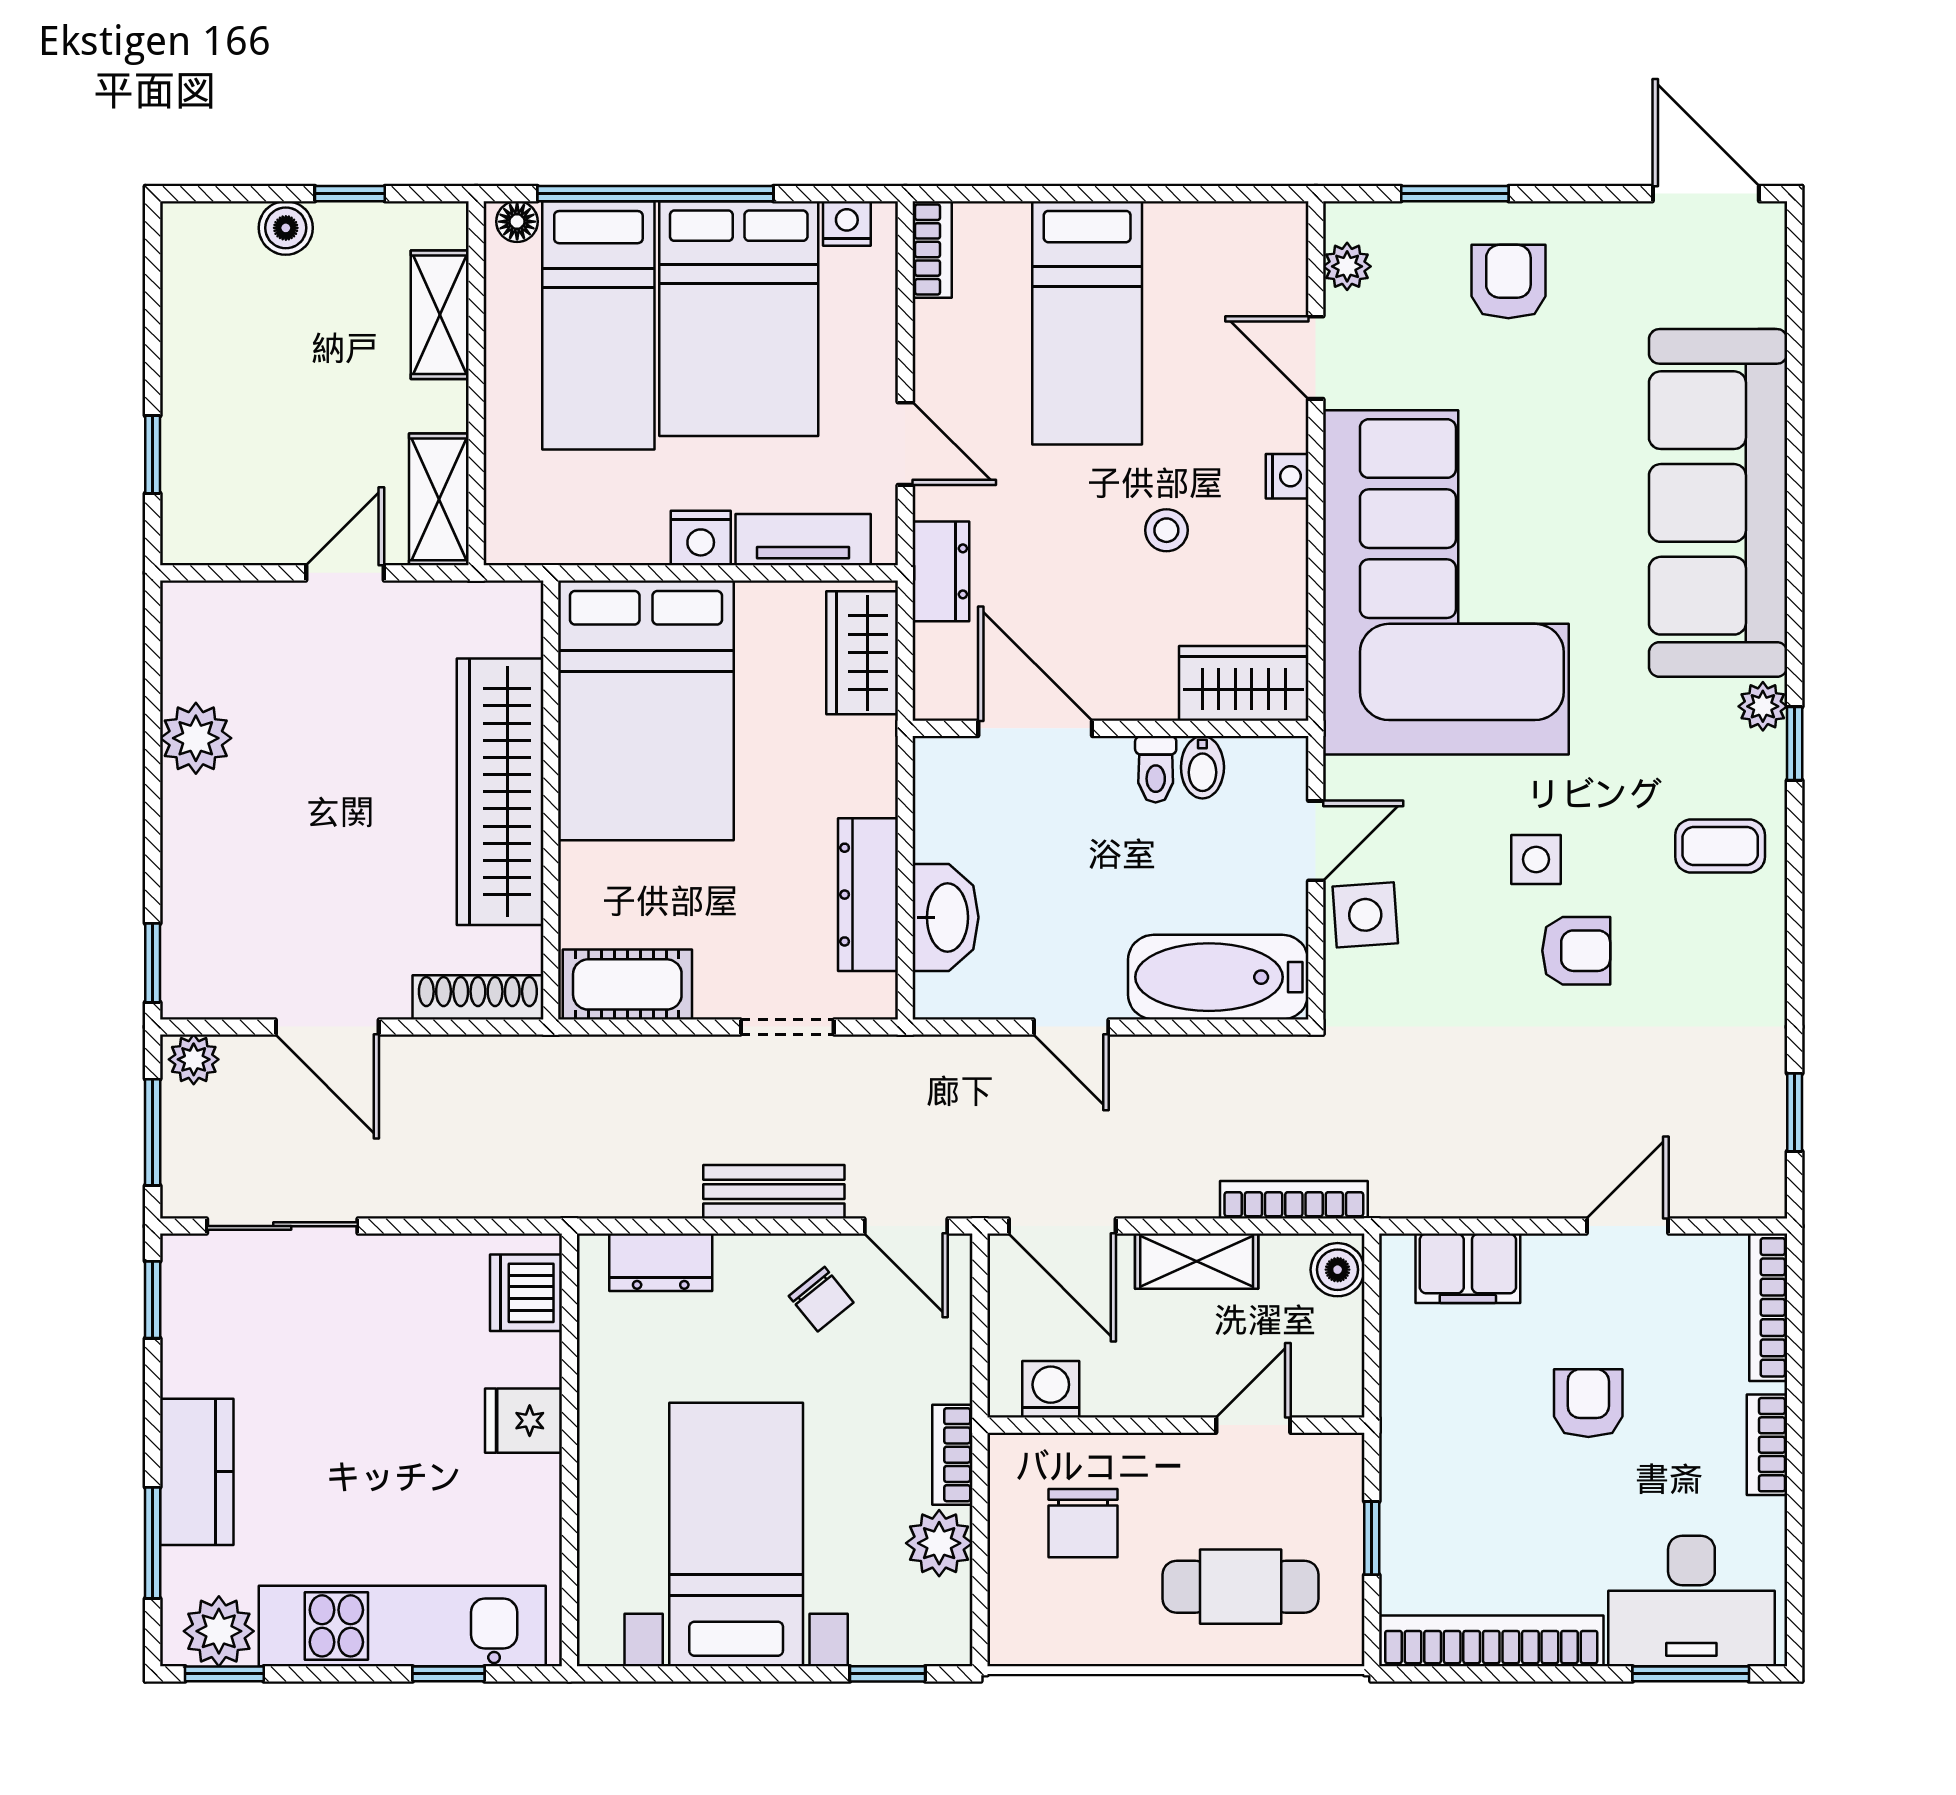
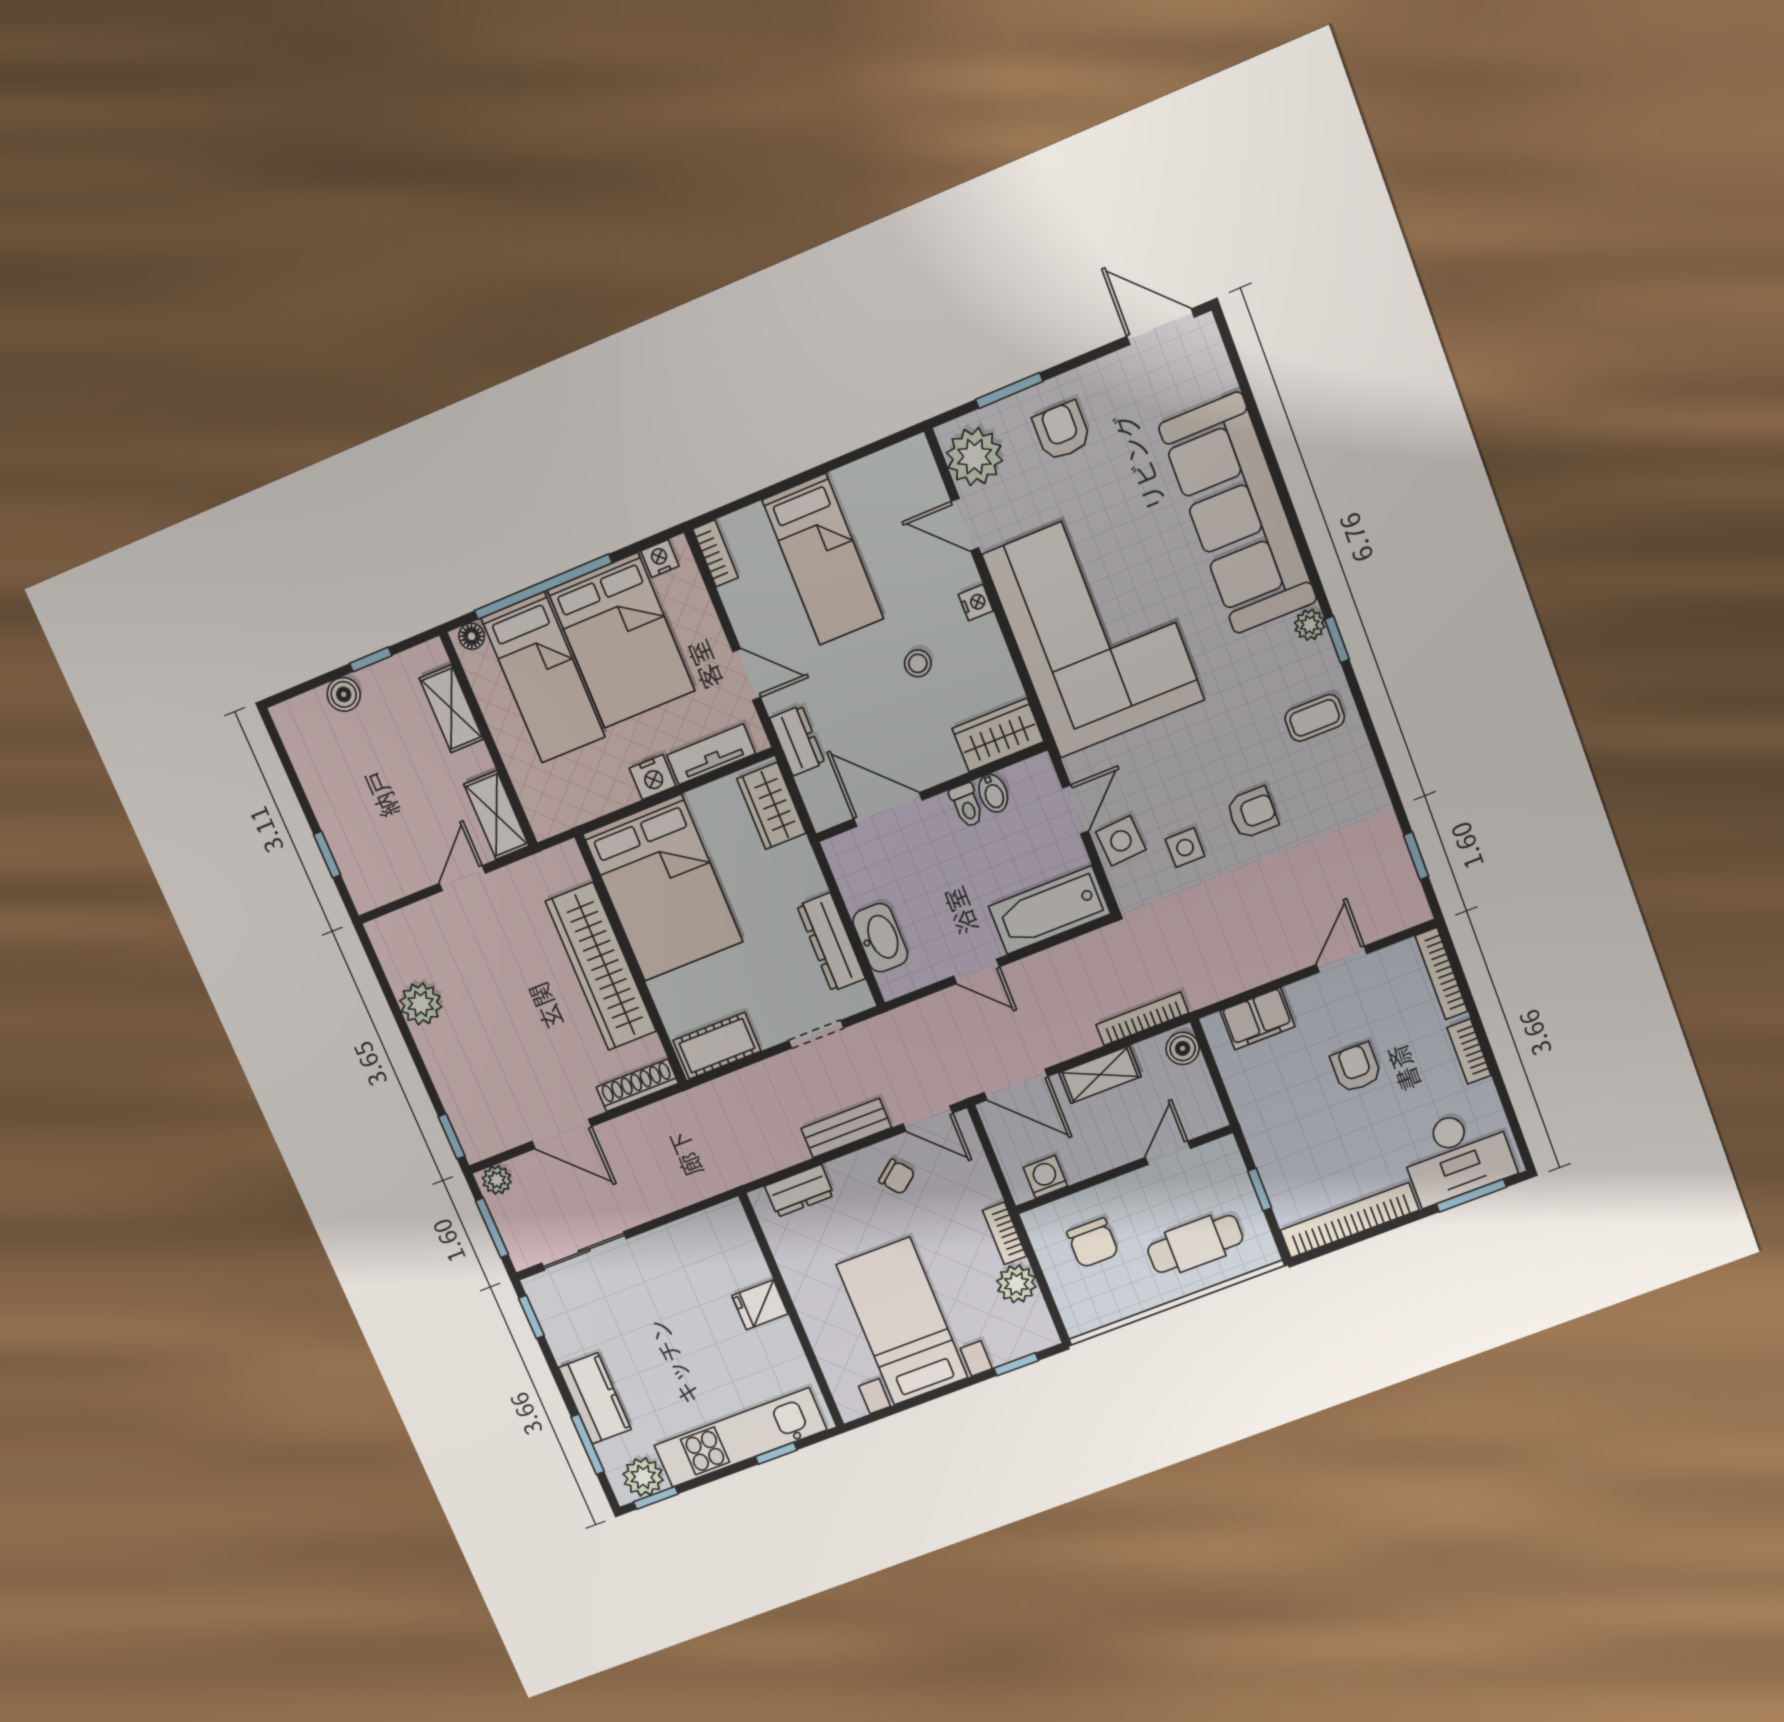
plant: (1347, 266) -> (974, 457), width x1.87, depth x1.87
side table: (1536, 859) -> (1185, 848), moved
dishwasher: (526, 1293) -> (732, 1236), removed

